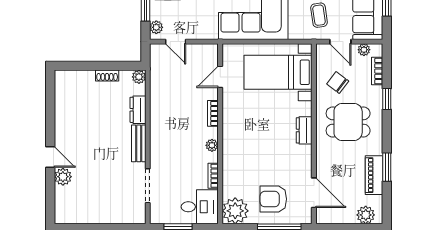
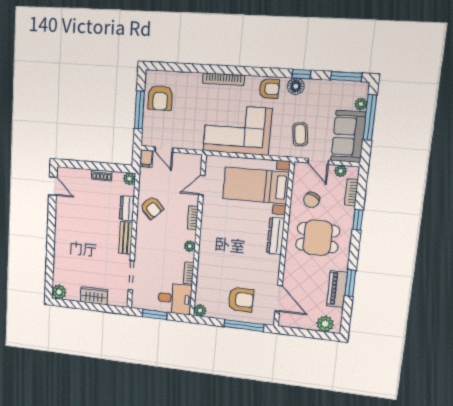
plant: (156, 27) -> (147, 135), removed
filing cabinet: (157, 53) -> (146, 158), added
chair: (338, 82) -> (312, 200), turned -101
armchair: (166, 107) -> (152, 208), added
dresser: (304, 130) -> (276, 236), width x1.44
door: (50, 157) -> (53, 186), moved
plant: (63, 177) -> (59, 292), moved
armchair: (273, 199) -> (241, 300), turned 180
plant: (235, 211) -> (200, 310), width x0.53, depth x0.53
wardrobe: (105, 215) -> (94, 296), added

